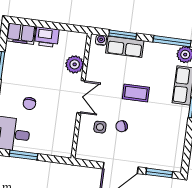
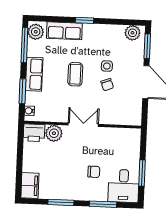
printer: (47, 37) -> (34, 133), moved, turned 90
row of seats: (125, 47) -> (34, 74), moved
side table: (100, 127) -> (107, 66), moved
plant: (175, 158) -> (132, 33), added

